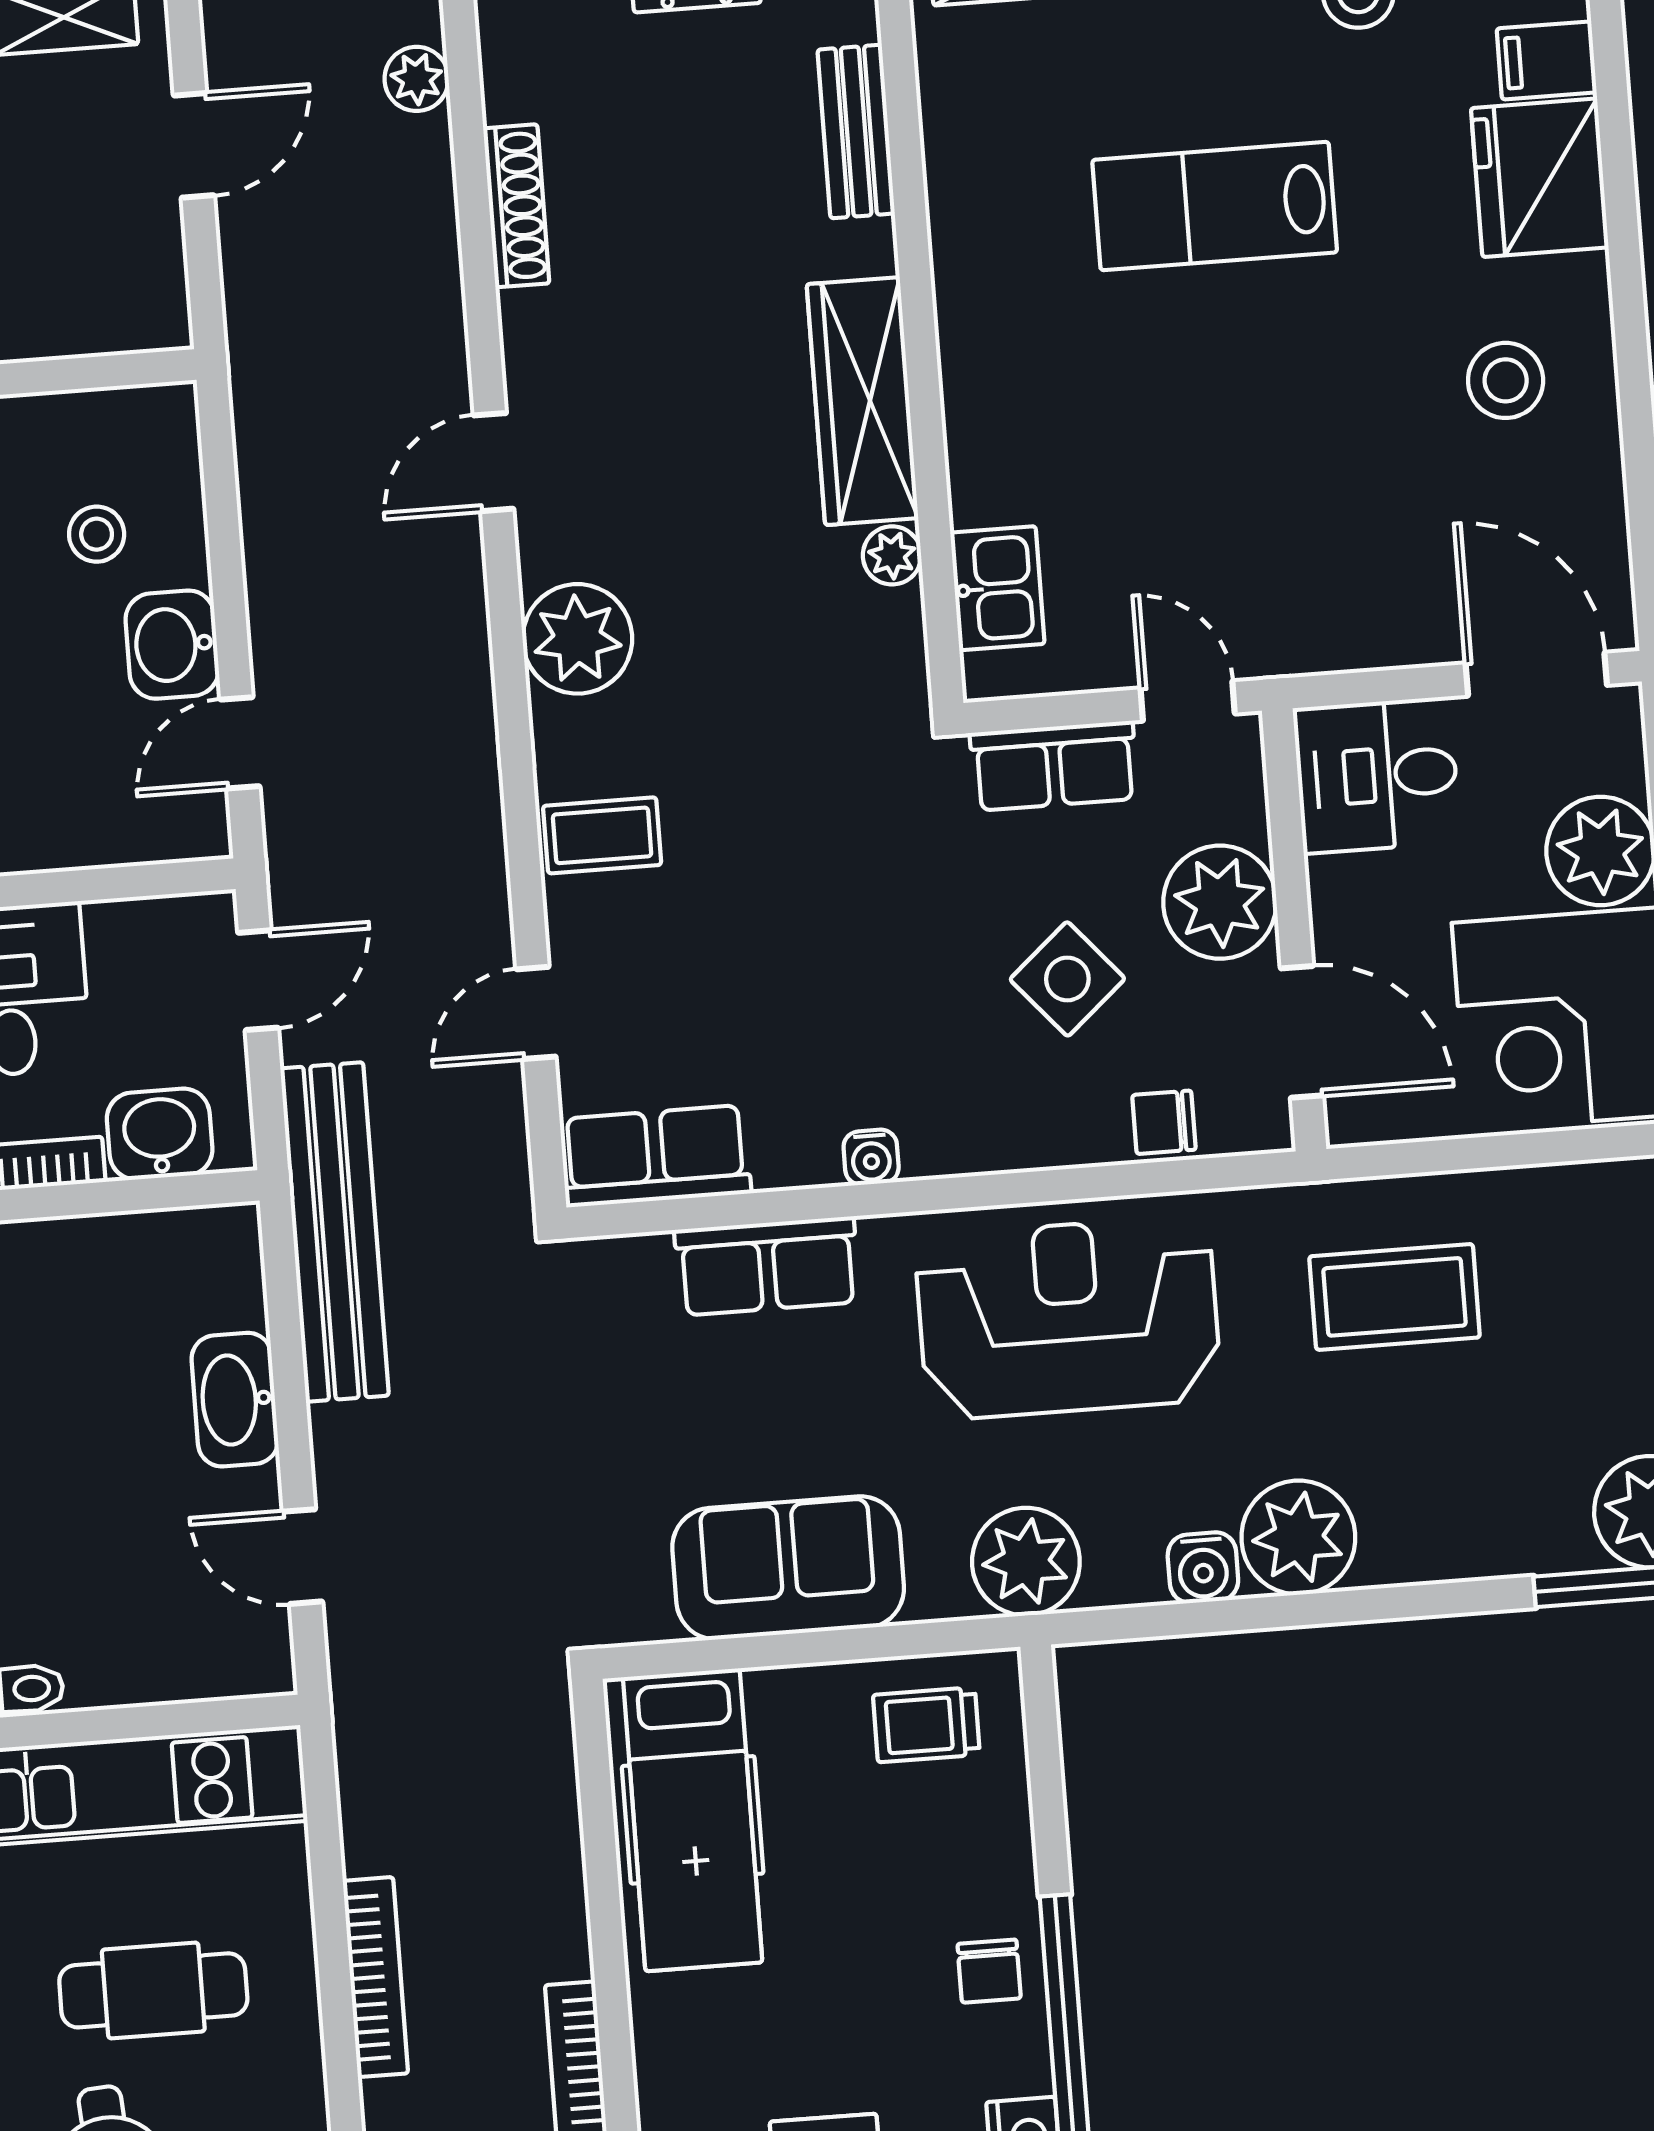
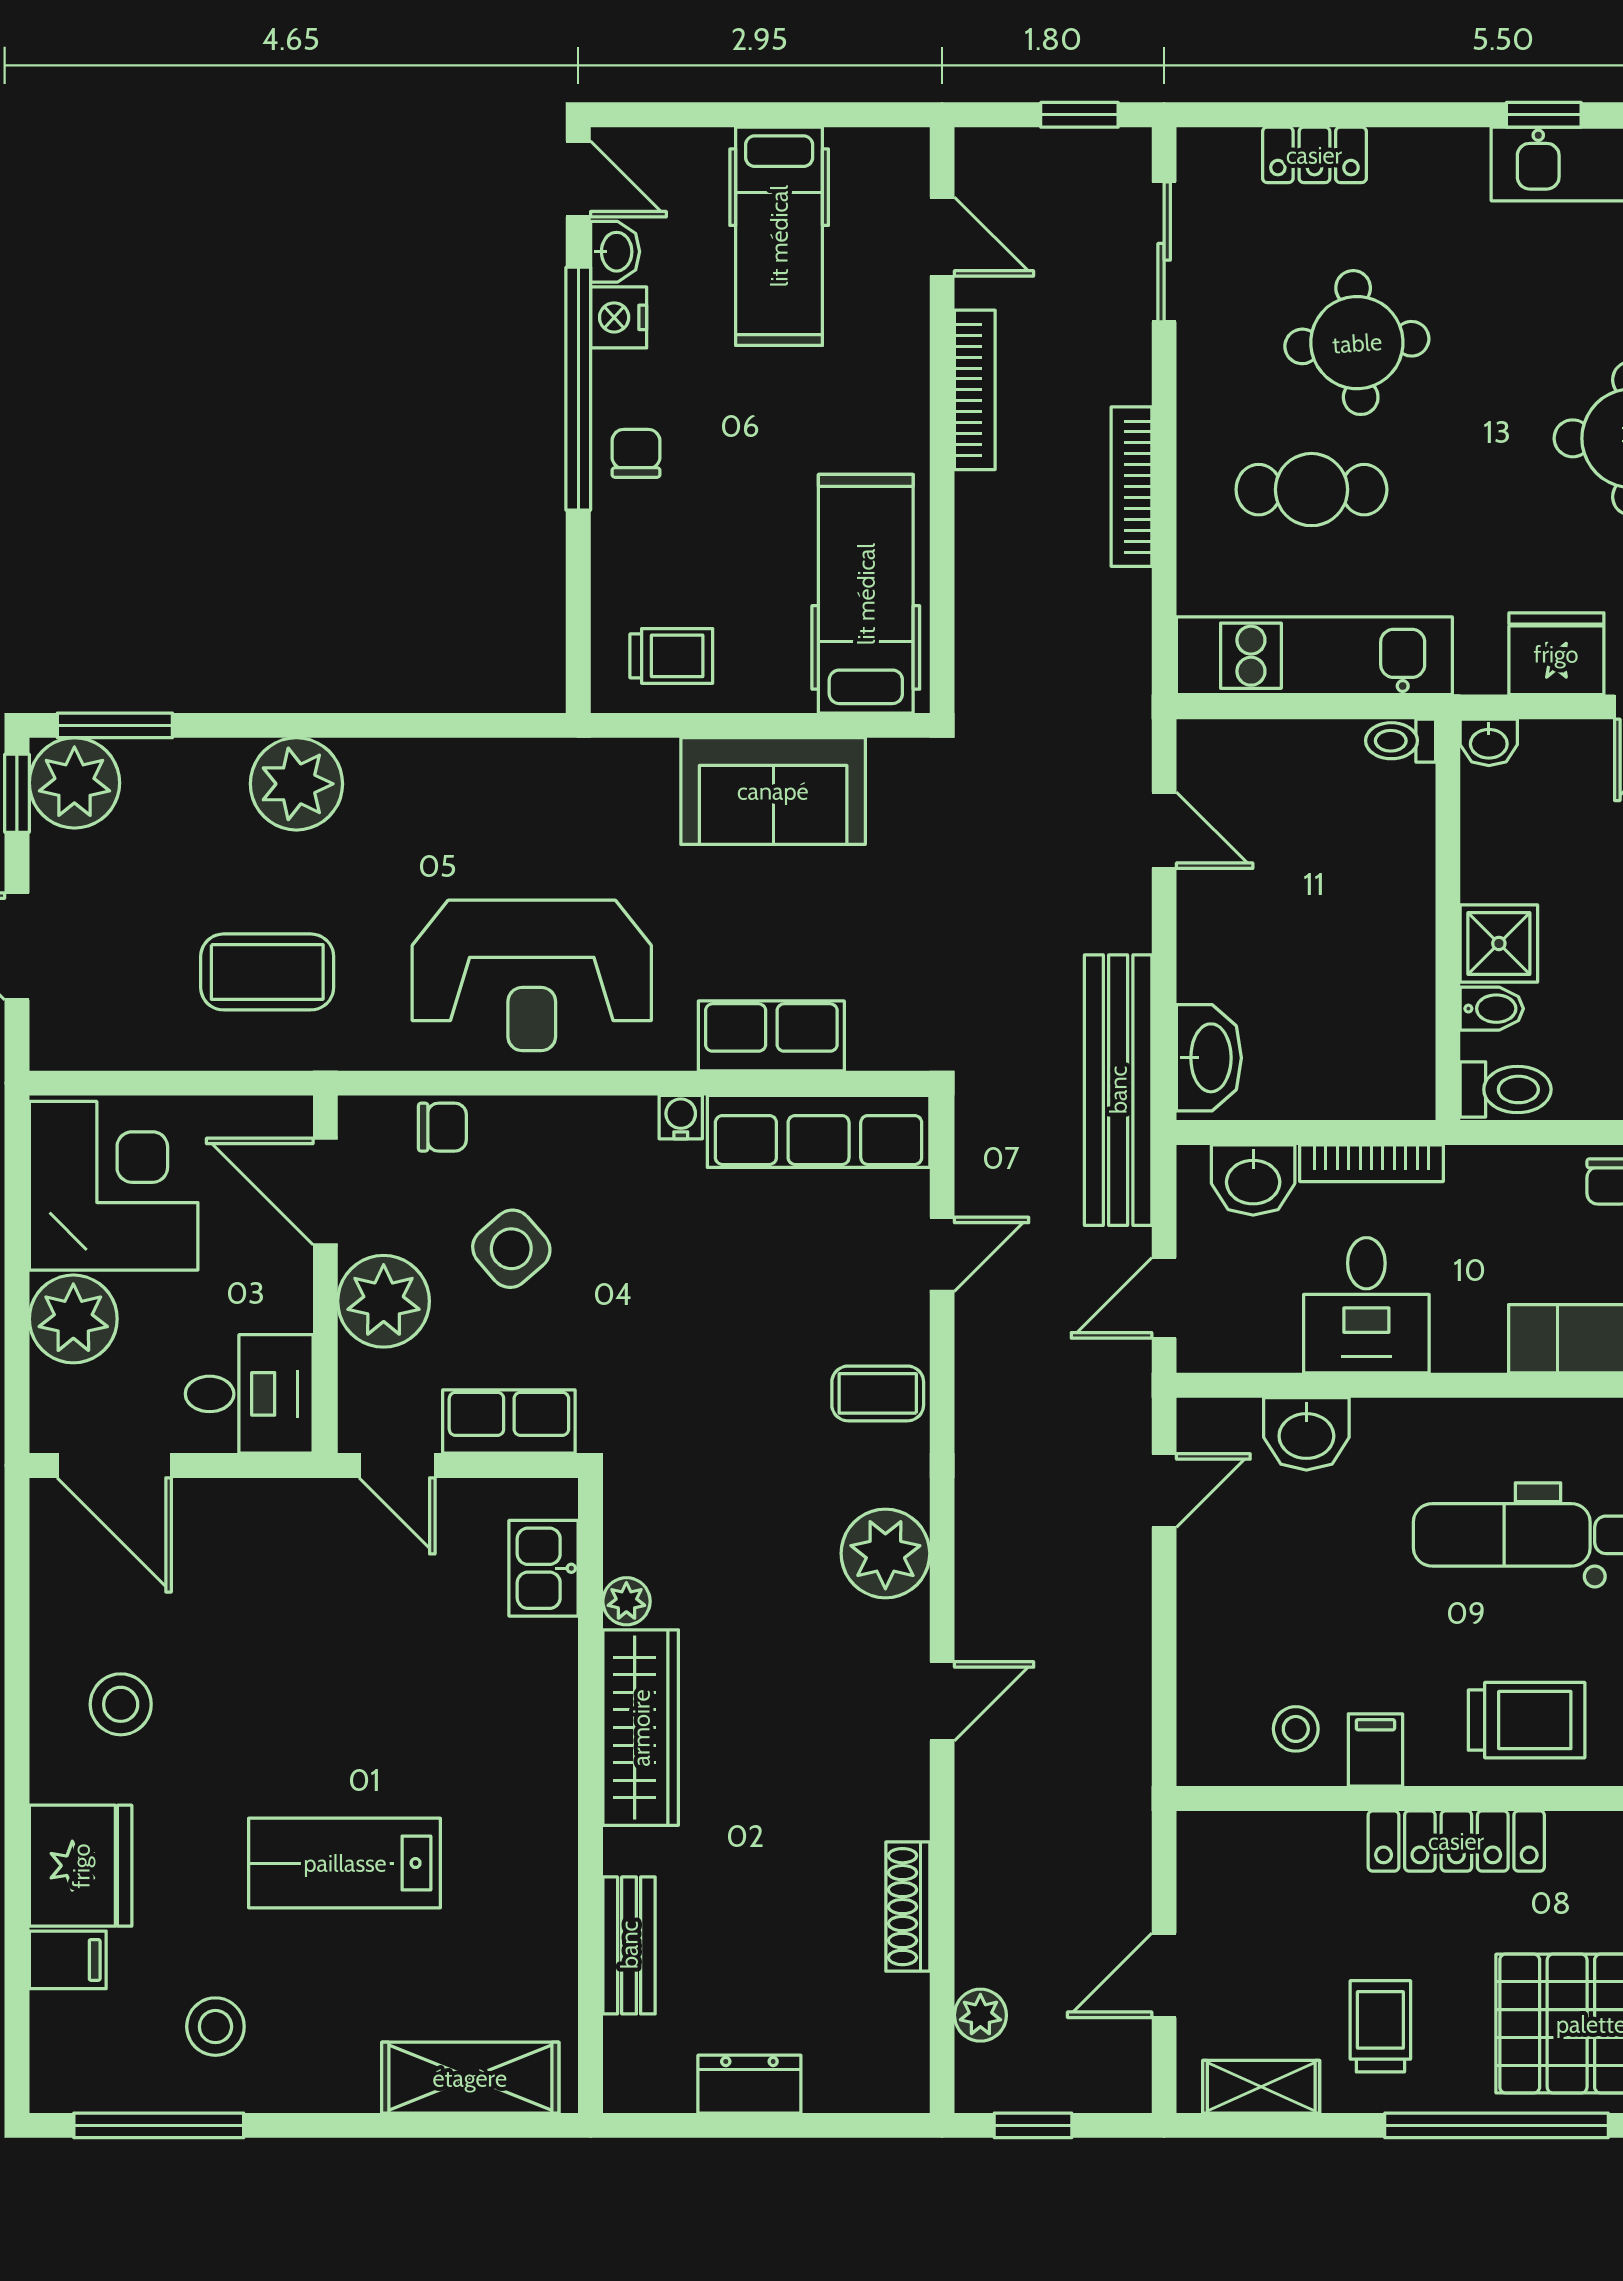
lab bench: (1215, 206) -> (345, 1863), turned 180
stool: (97, 534) -> (1296, 1729), moved
washbasin: (172, 645) -> (1306, 1434), moved, turned 90
row of seats: (655, 1156) -> (819, 1131), width x1.48
washbasin: (235, 1400) -> (1209, 1058), moved
plant: (1298, 1538) -> (296, 784), moved
plant: (1026, 1562) -> (581, 781), removed
water cooler: (1203, 1568) -> (438, 765), removed

